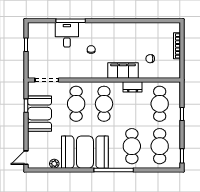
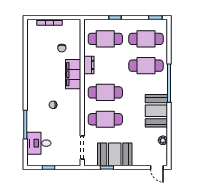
desk: (67, 35) -> (39, 143), moved
booth: (85, 152) -> (156, 111), width x0.73, depth x0.70

